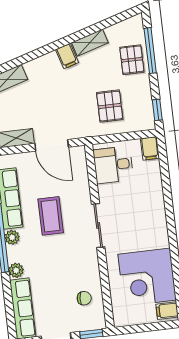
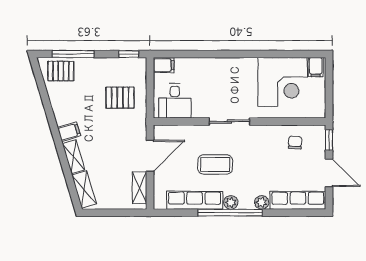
shelving: (90, 43) -> (73, 157), moved
pallet: (132, 60) -> (61, 71), moved

